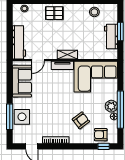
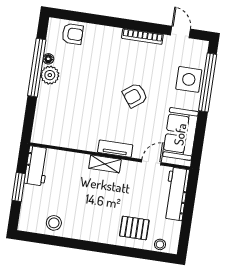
pallet: (54, 13) -> (134, 228), moved
workbench: (111, 36) -> (37, 166), moved
corner sofa: (96, 77) -> (67, 124), removed
window: (10, 117) -> (208, 82), width x1.46
armchair: (81, 120) -> (135, 95), moved
window: (104, 146) -> (71, 15), removed

